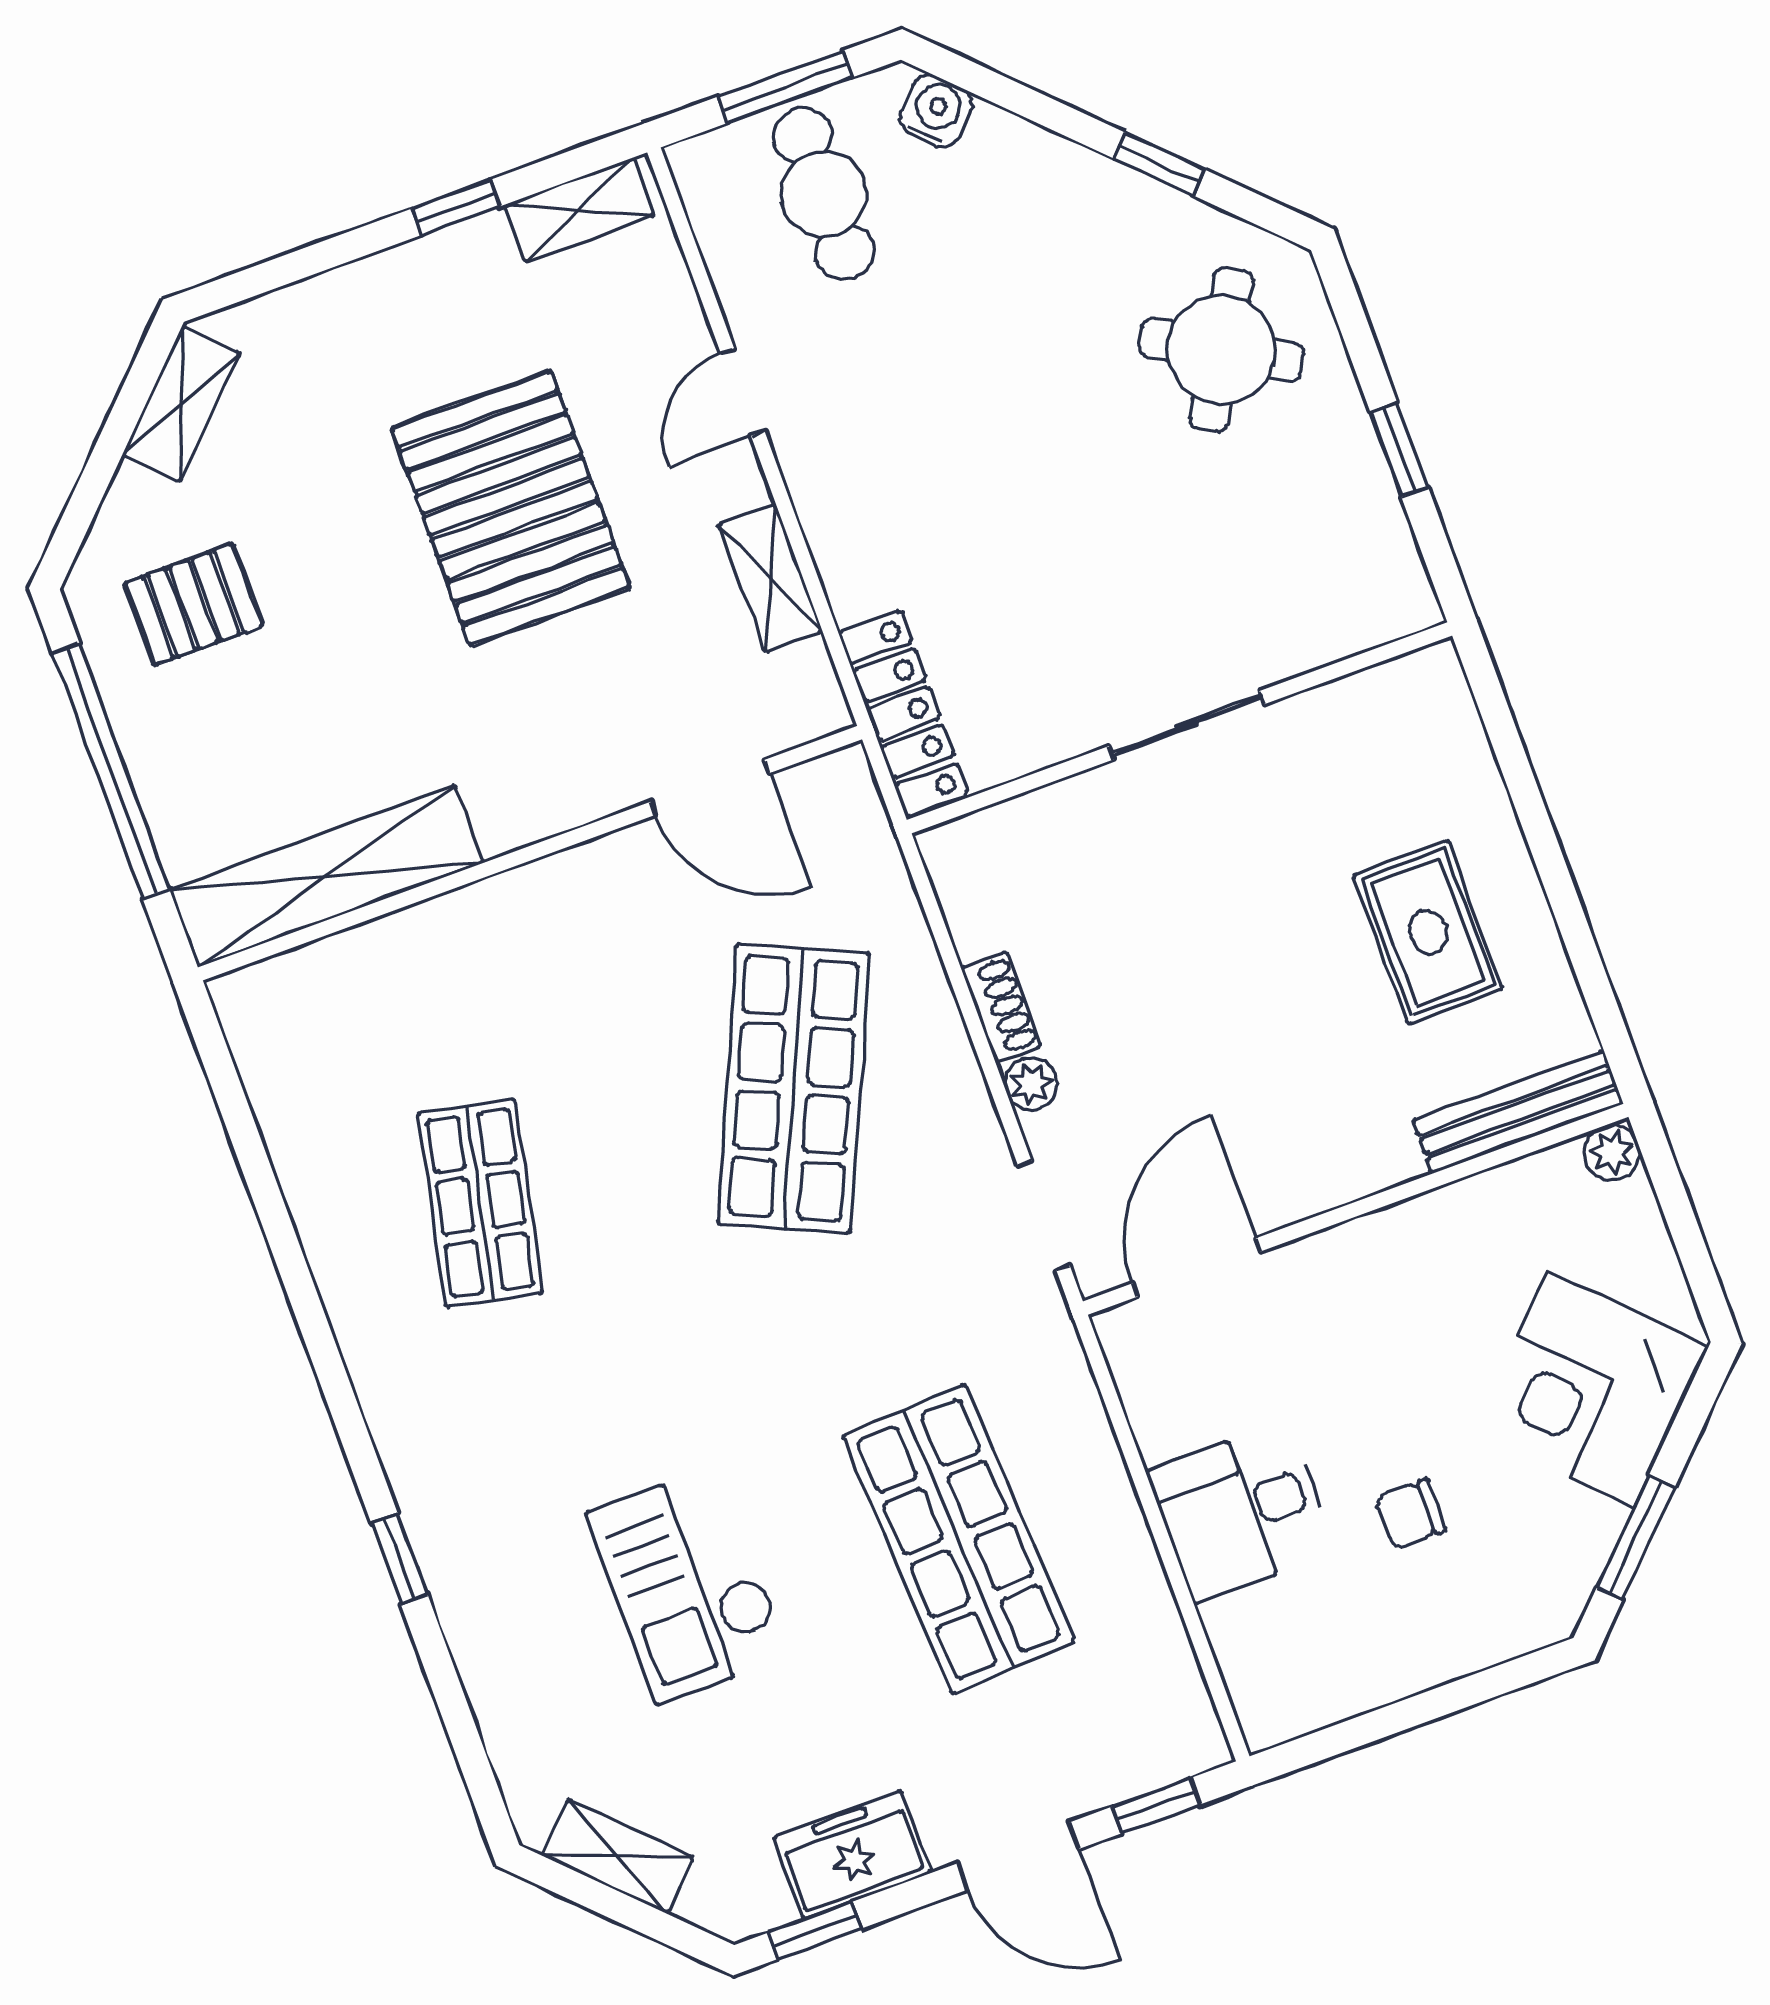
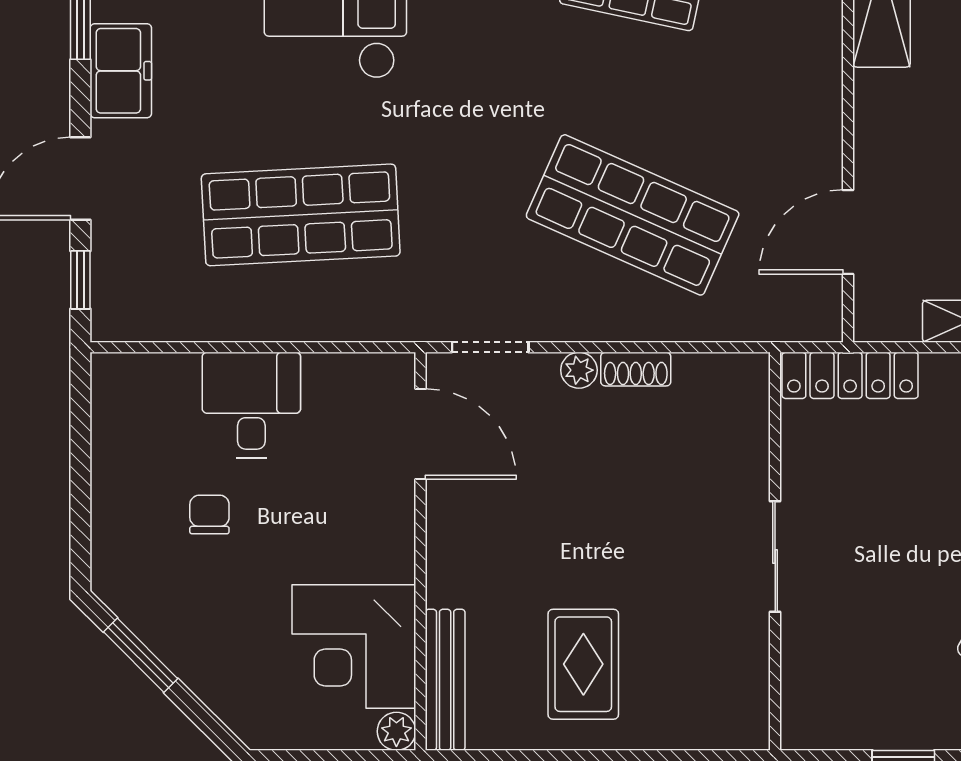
rug: (1428, 932) -> (583, 664), turned 90
corner desk: (1591, 1389) -> (354, 647), moved, turned -135

